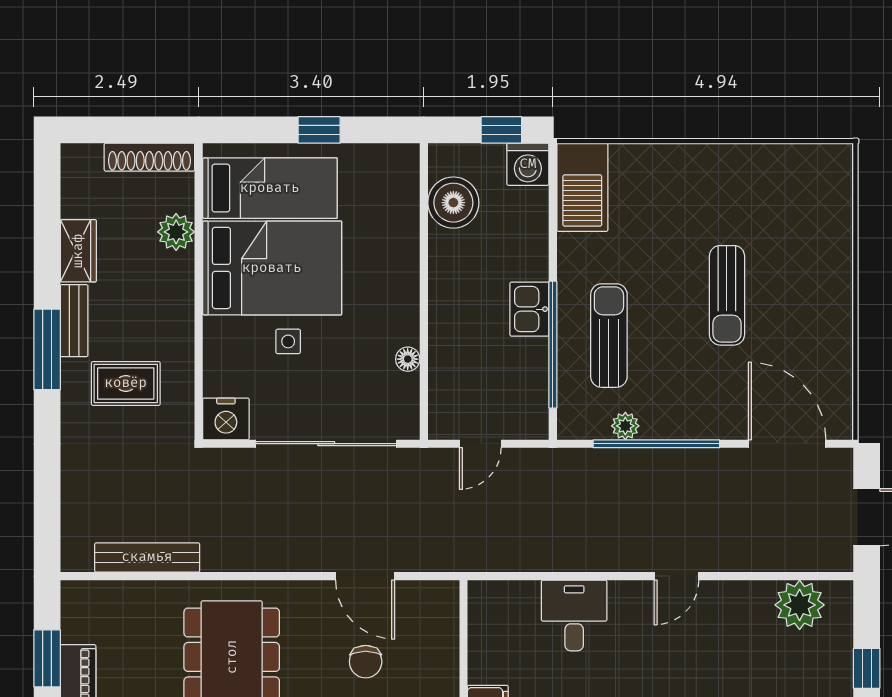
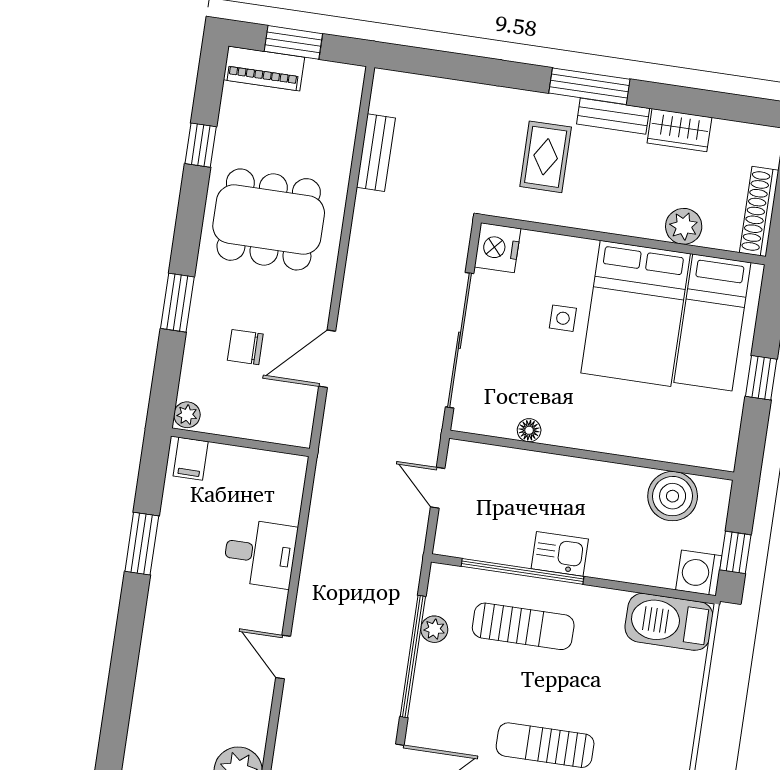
bench: (147, 557) -> (376, 153), width x0.73

